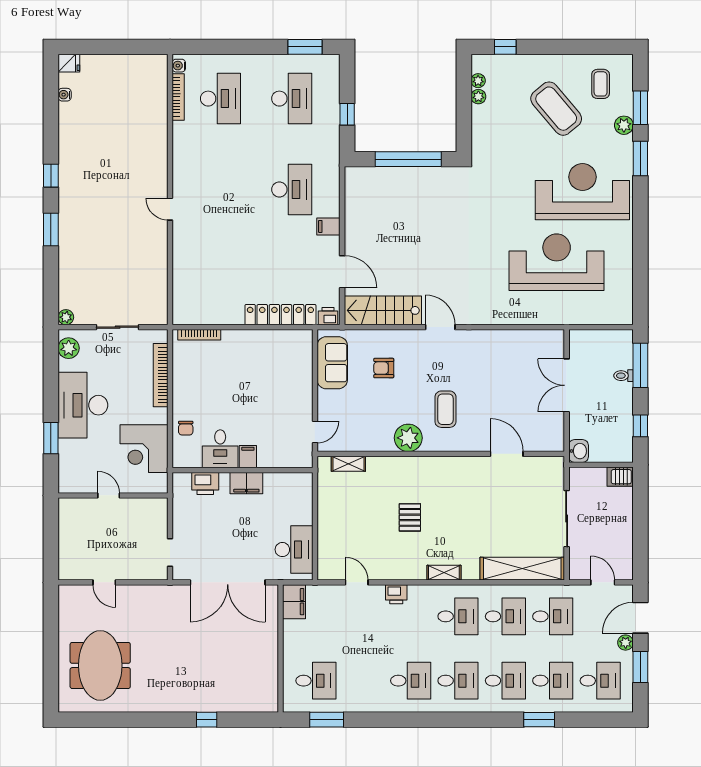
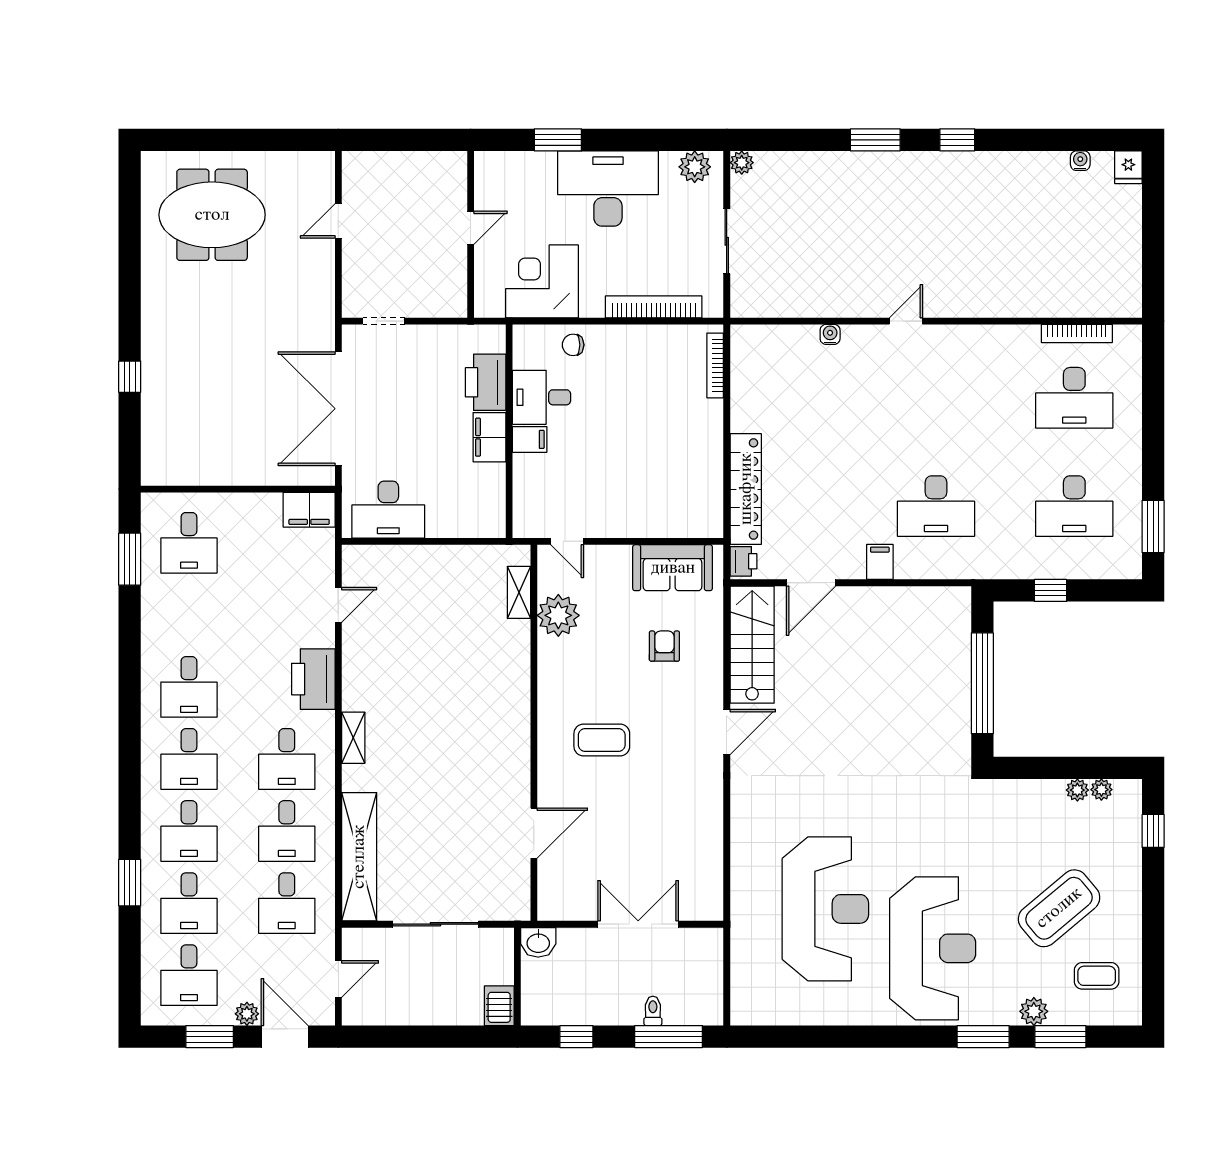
water cooler: (179, 66) -> (830, 334), moved
plant: (408, 438) -> (558, 615), moved
printer: (205, 483) -> (486, 382), width x1.37, depth x1.19
pallet: (410, 517) -> (437, 686), removed
printer: (396, 594) -> (313, 679), width x1.87, depth x1.48

